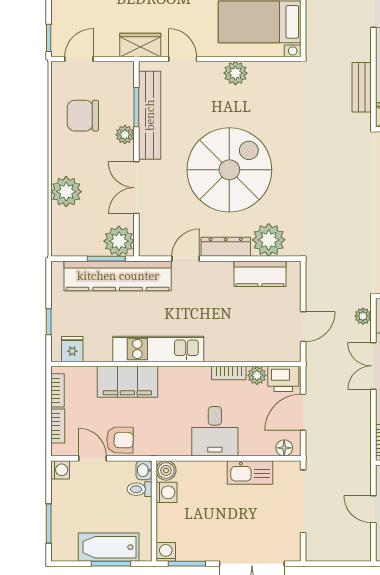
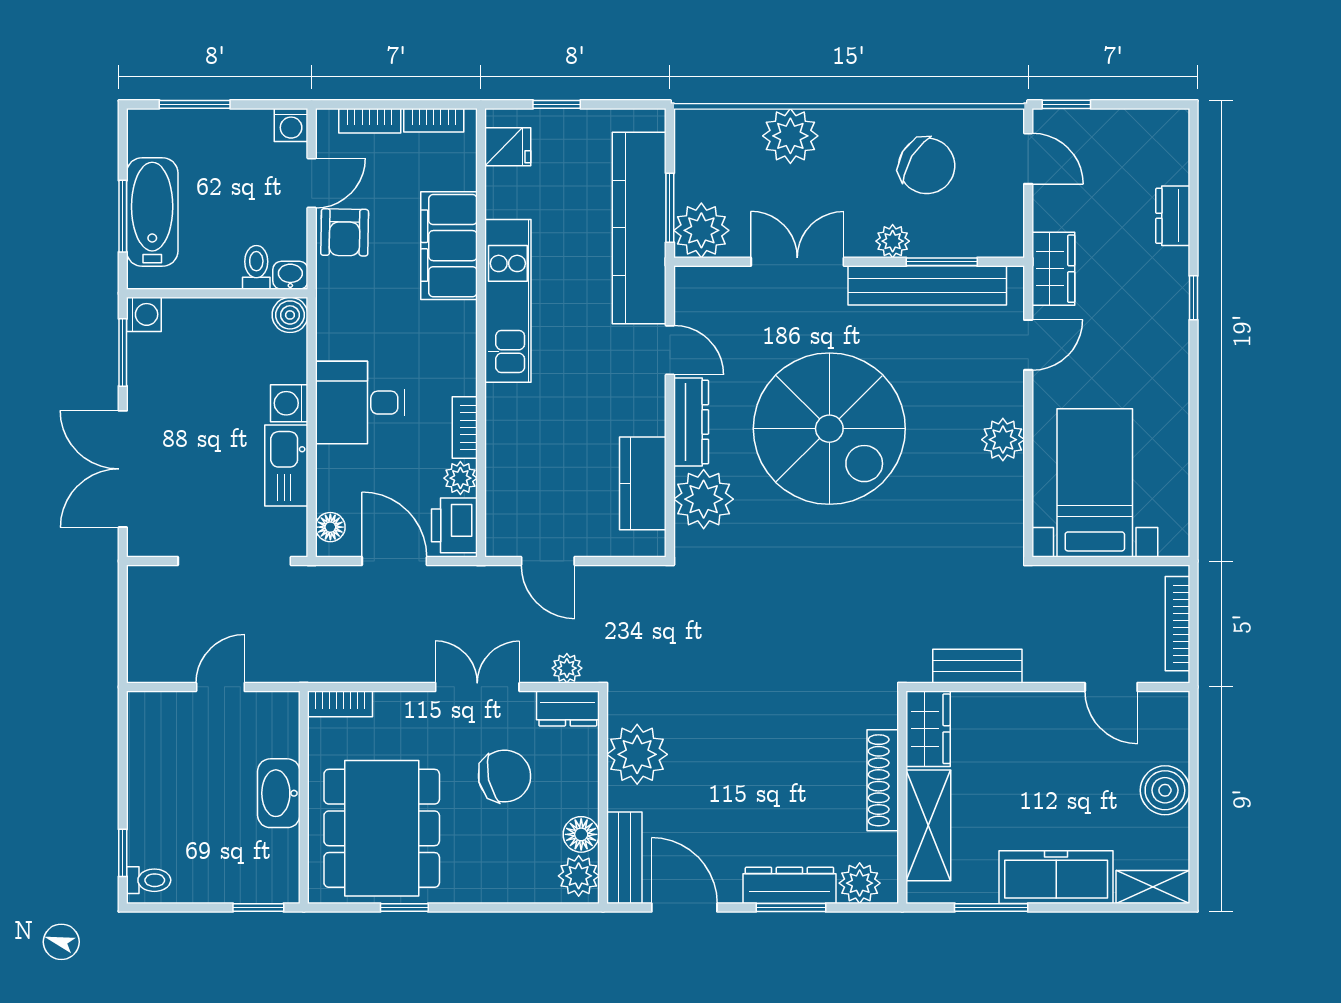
chair: (83, 116) -> (927, 166), turned 121
washing machine: (166, 492) -> (289, 403), moved, turned 90

